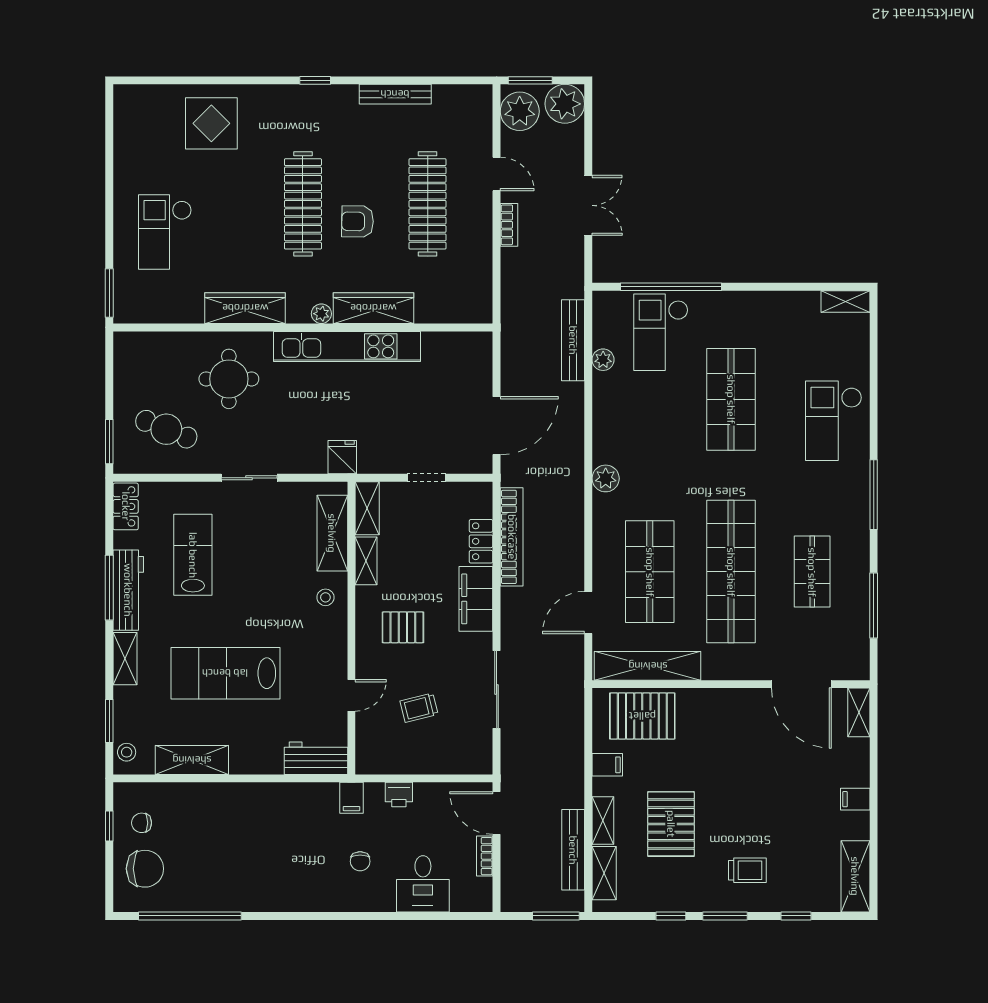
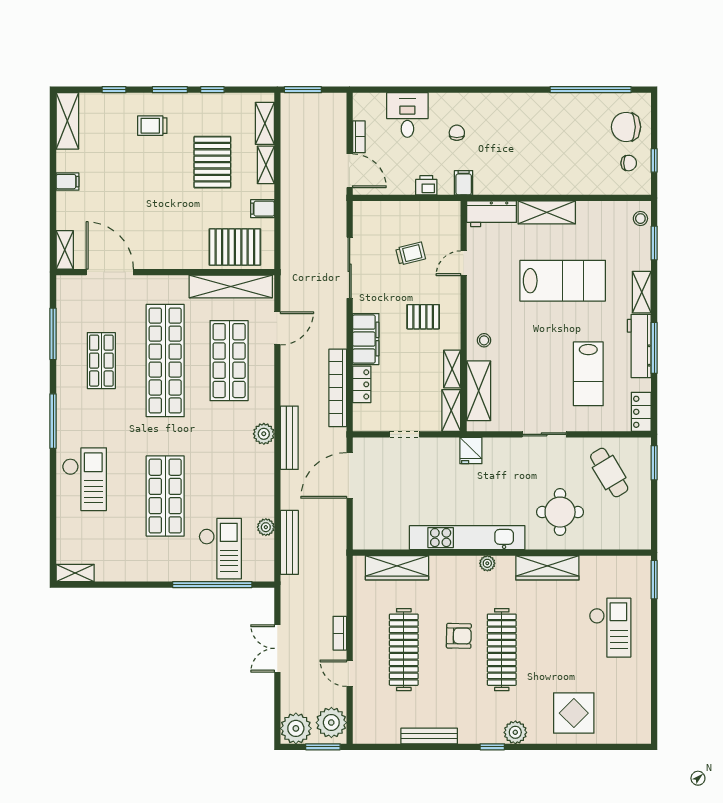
plant: (286, 99) -> (515, 732), added
wardrobe: (373, 308) -> (397, 568), moved
cafe table: (166, 429) -> (609, 473), turned 37
shelving: (192, 760) -> (547, 212), moved
bench: (573, 850) -> (289, 438), moved

